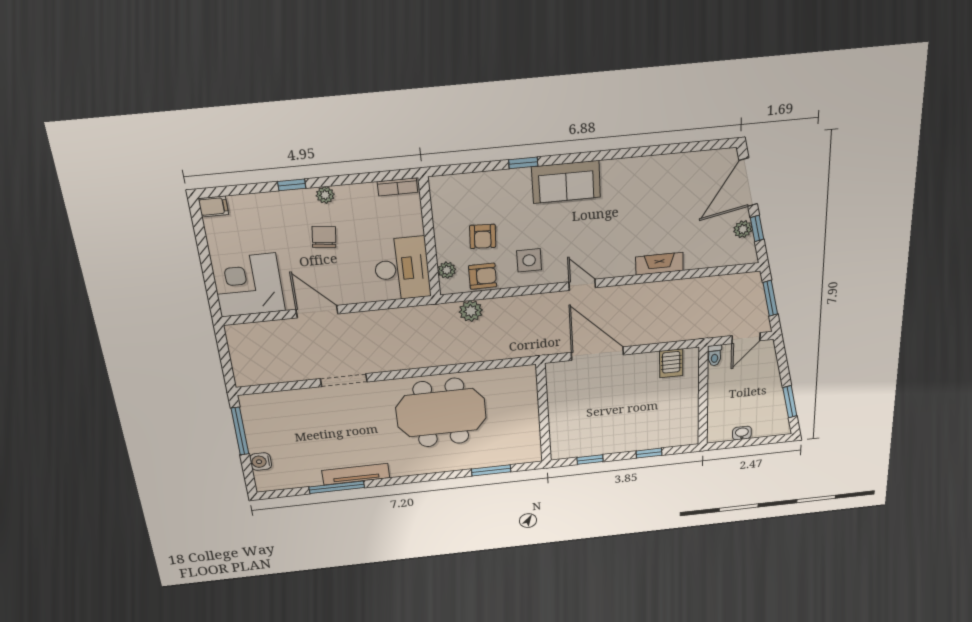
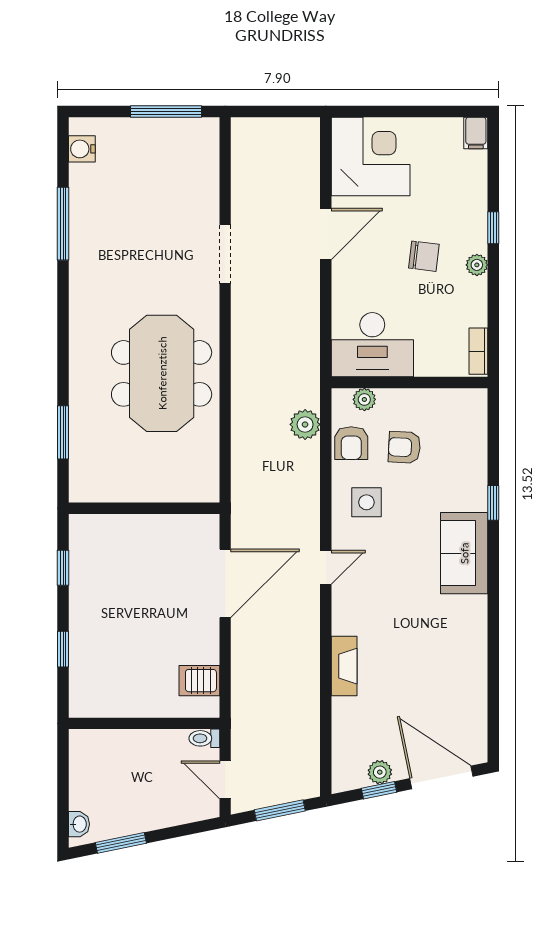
washbasin: (742, 433) -> (79, 824), moved
water cooler: (261, 462) -> (82, 149), moved, turned -90
tv unit: (356, 474) -> (81, 251), removed

